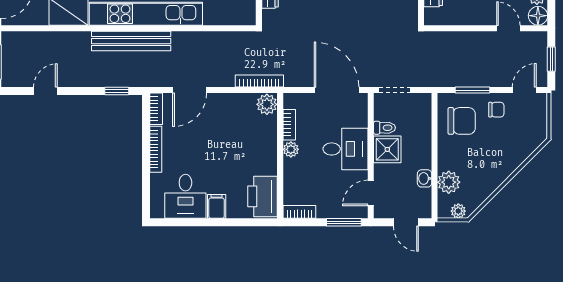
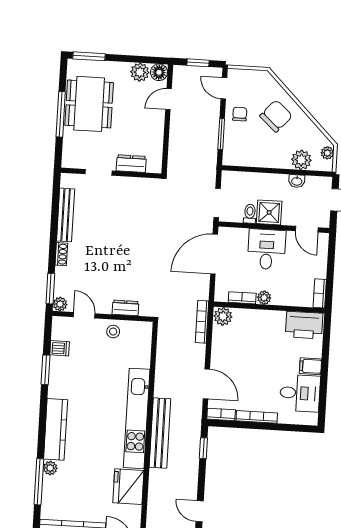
chair: (462, 121) -> (276, 116), moved, turned 42
window: (344, 222) -> (331, 255), removed

